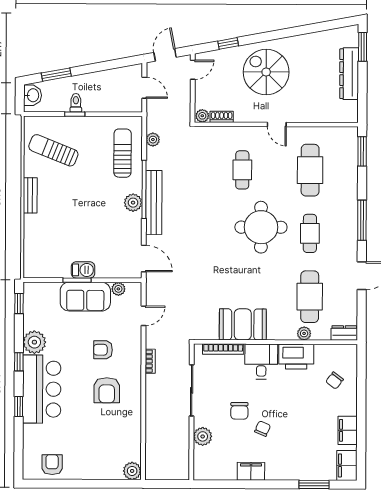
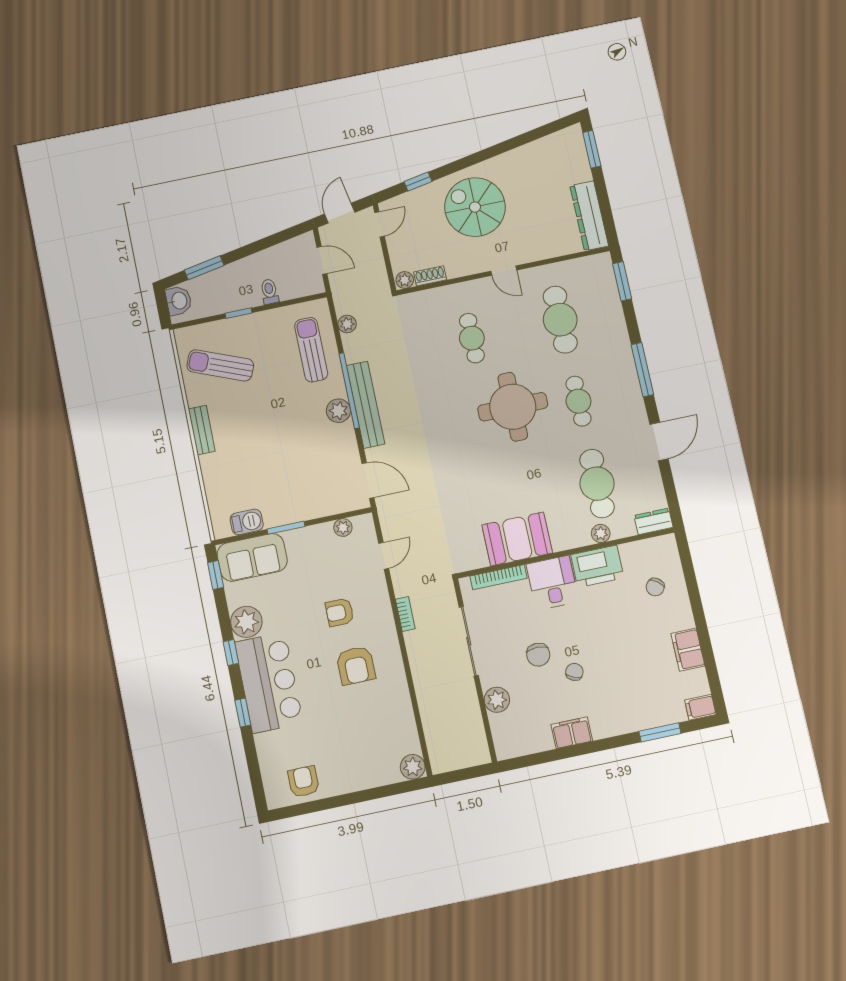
dresser: (349, 74) -> (589, 216), moved
toilet: (76, 103) -> (269, 292), moved
barbecue: (83, 270) -> (247, 522), moved
sofa: (85, 297) -> (252, 557), moved
filing cabinet: (347, 465) -> (700, 707), width x0.50

